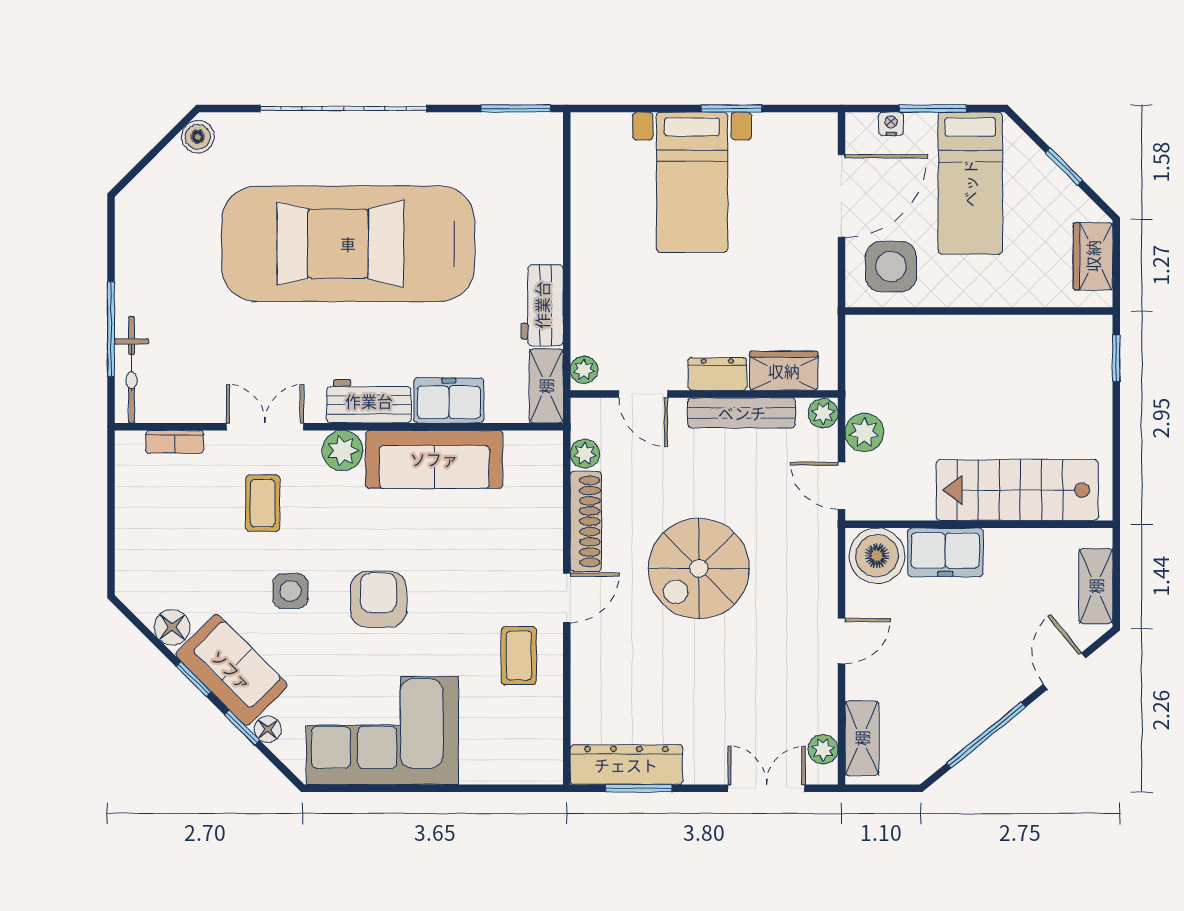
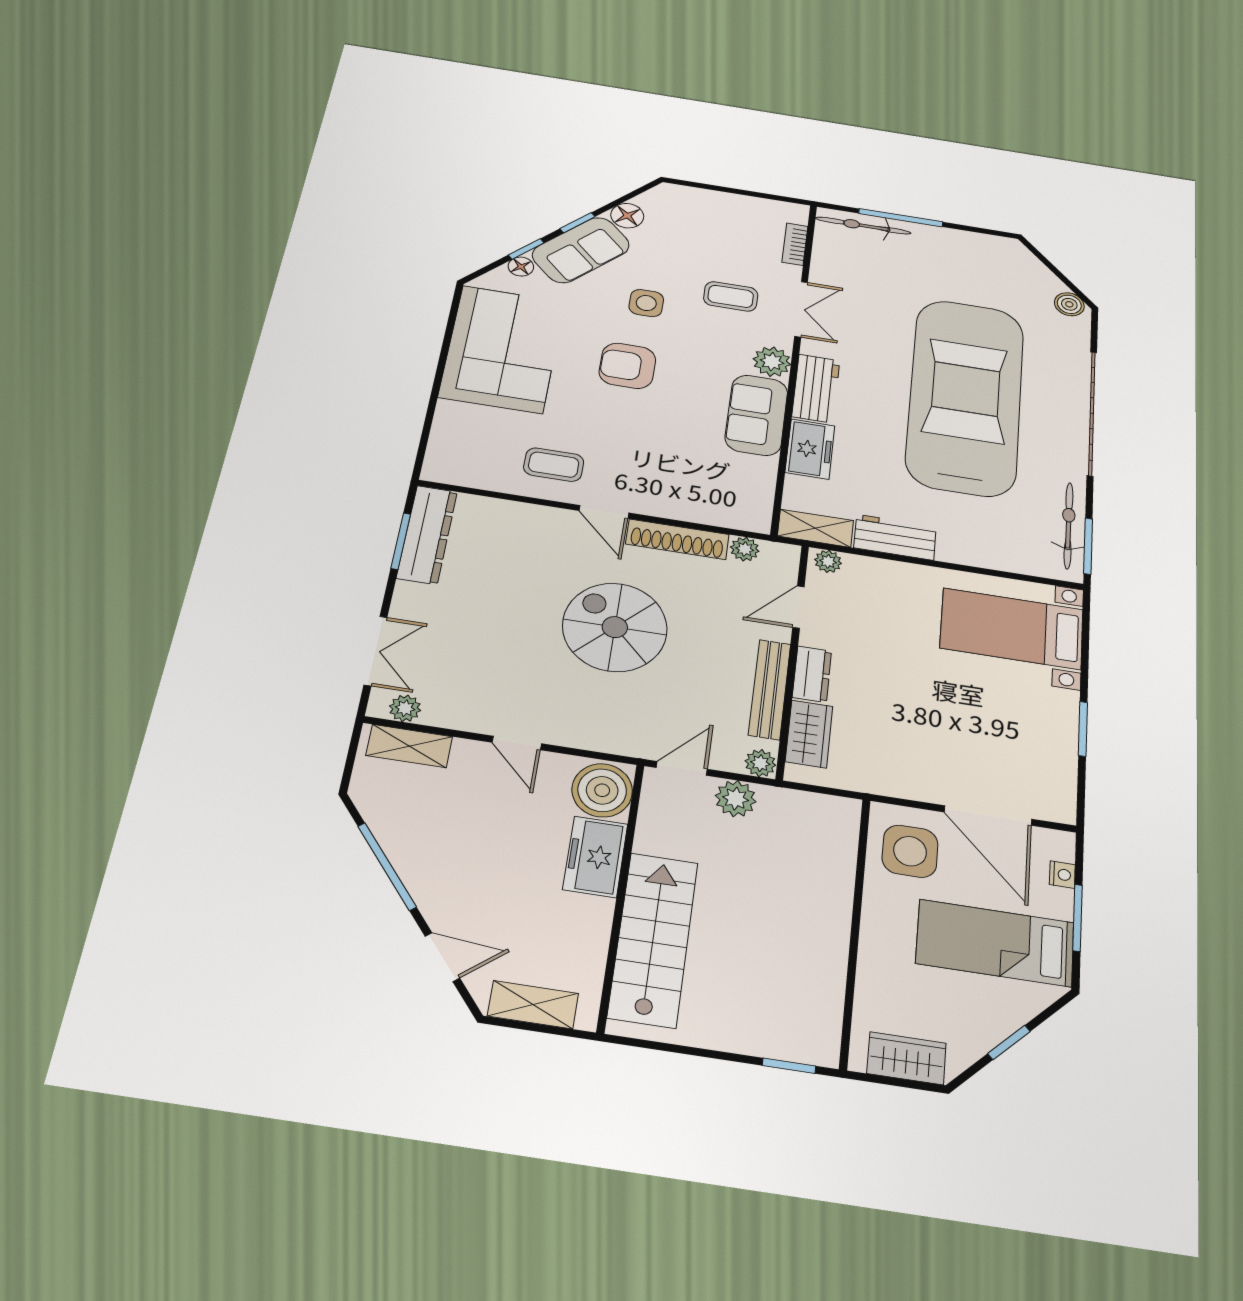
bicycle: (494, 129) -> (1068, 525), added
bed with nightstands: (692, 182) -> (1012, 629), moved
sofa: (434, 459) -> (756, 415), width x0.73
armchair: (378, 599) -> (627, 366), turned 180

